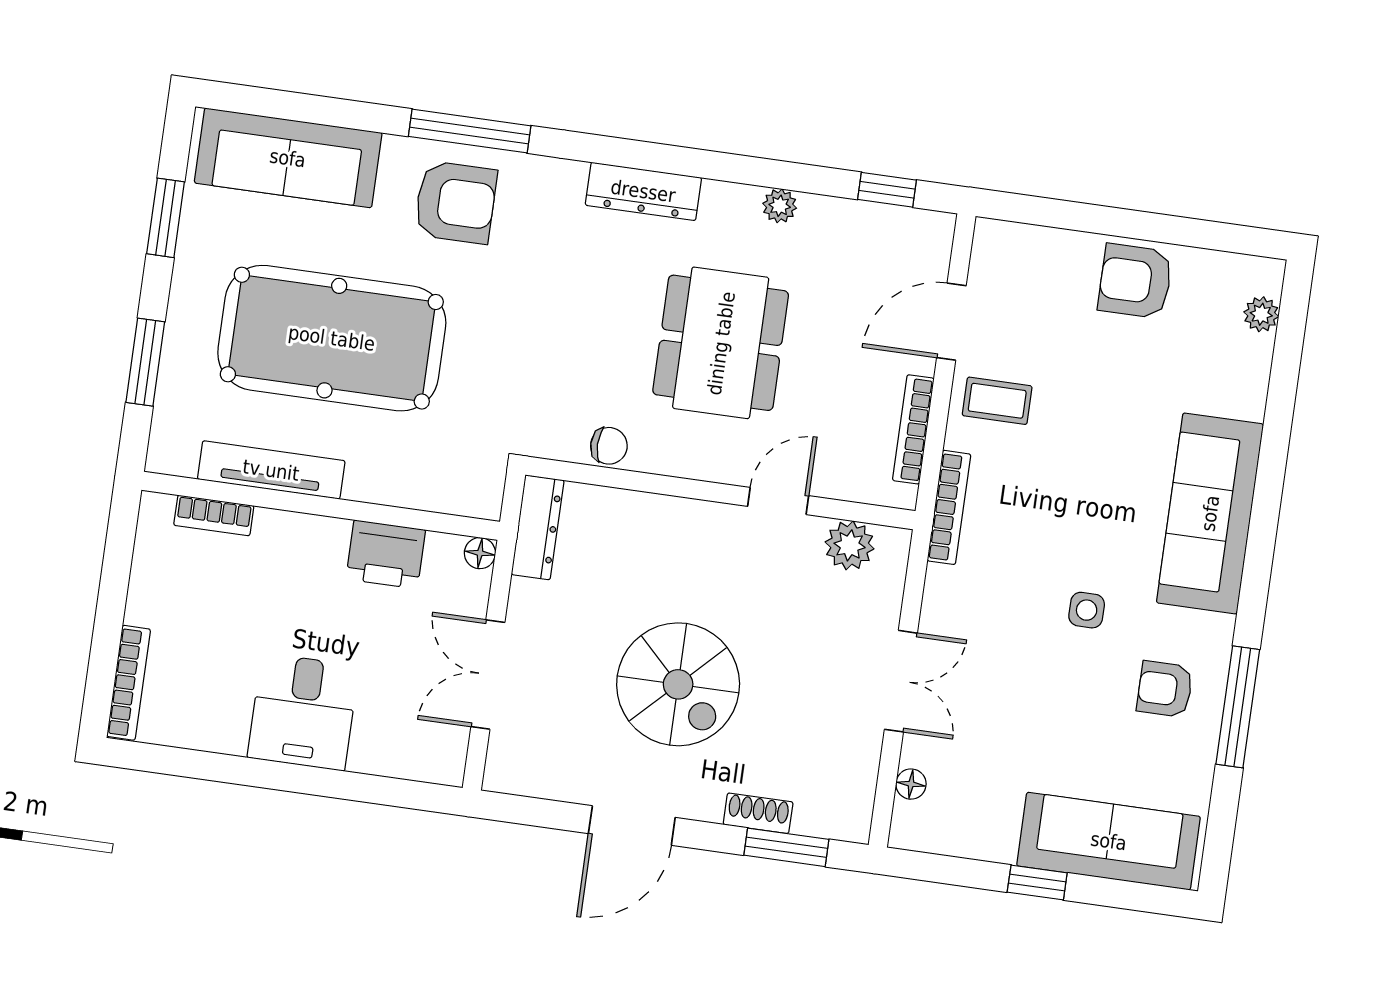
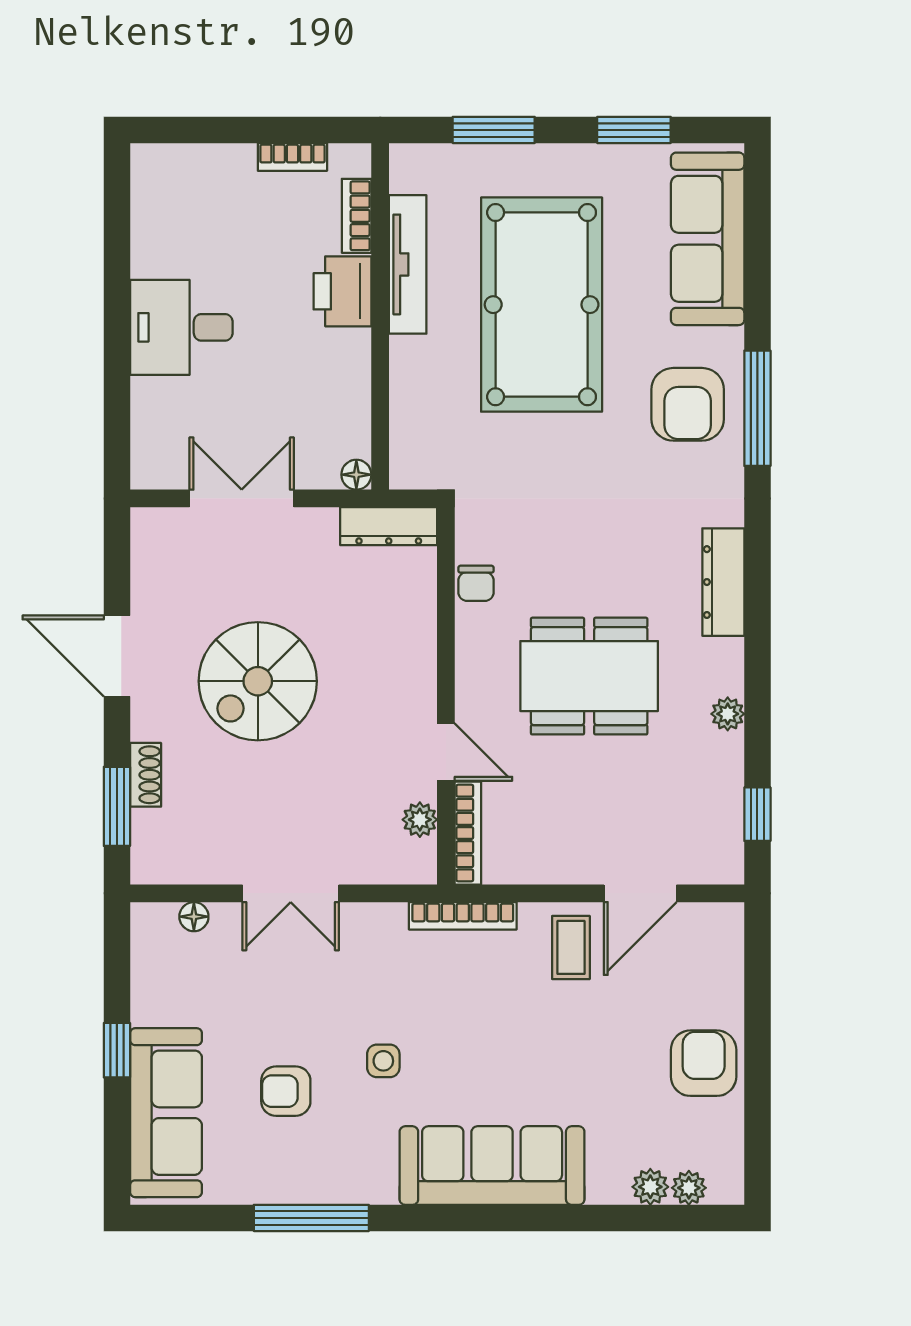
door: (951, 322) -> (640, 893), swing flipped
plant: (1255, 354) -> (650, 1187), added
bookcase: (913, 429) -> (468, 833), moved, turned 90
plant: (850, 545) -> (420, 820), width x0.73, depth x0.73
printer: (386, 554) -> (342, 291), moved
bookcase: (129, 683) -> (292, 157), moved, width x0.64
armchair: (1165, 689) -> (286, 1091), moved, turned -90

